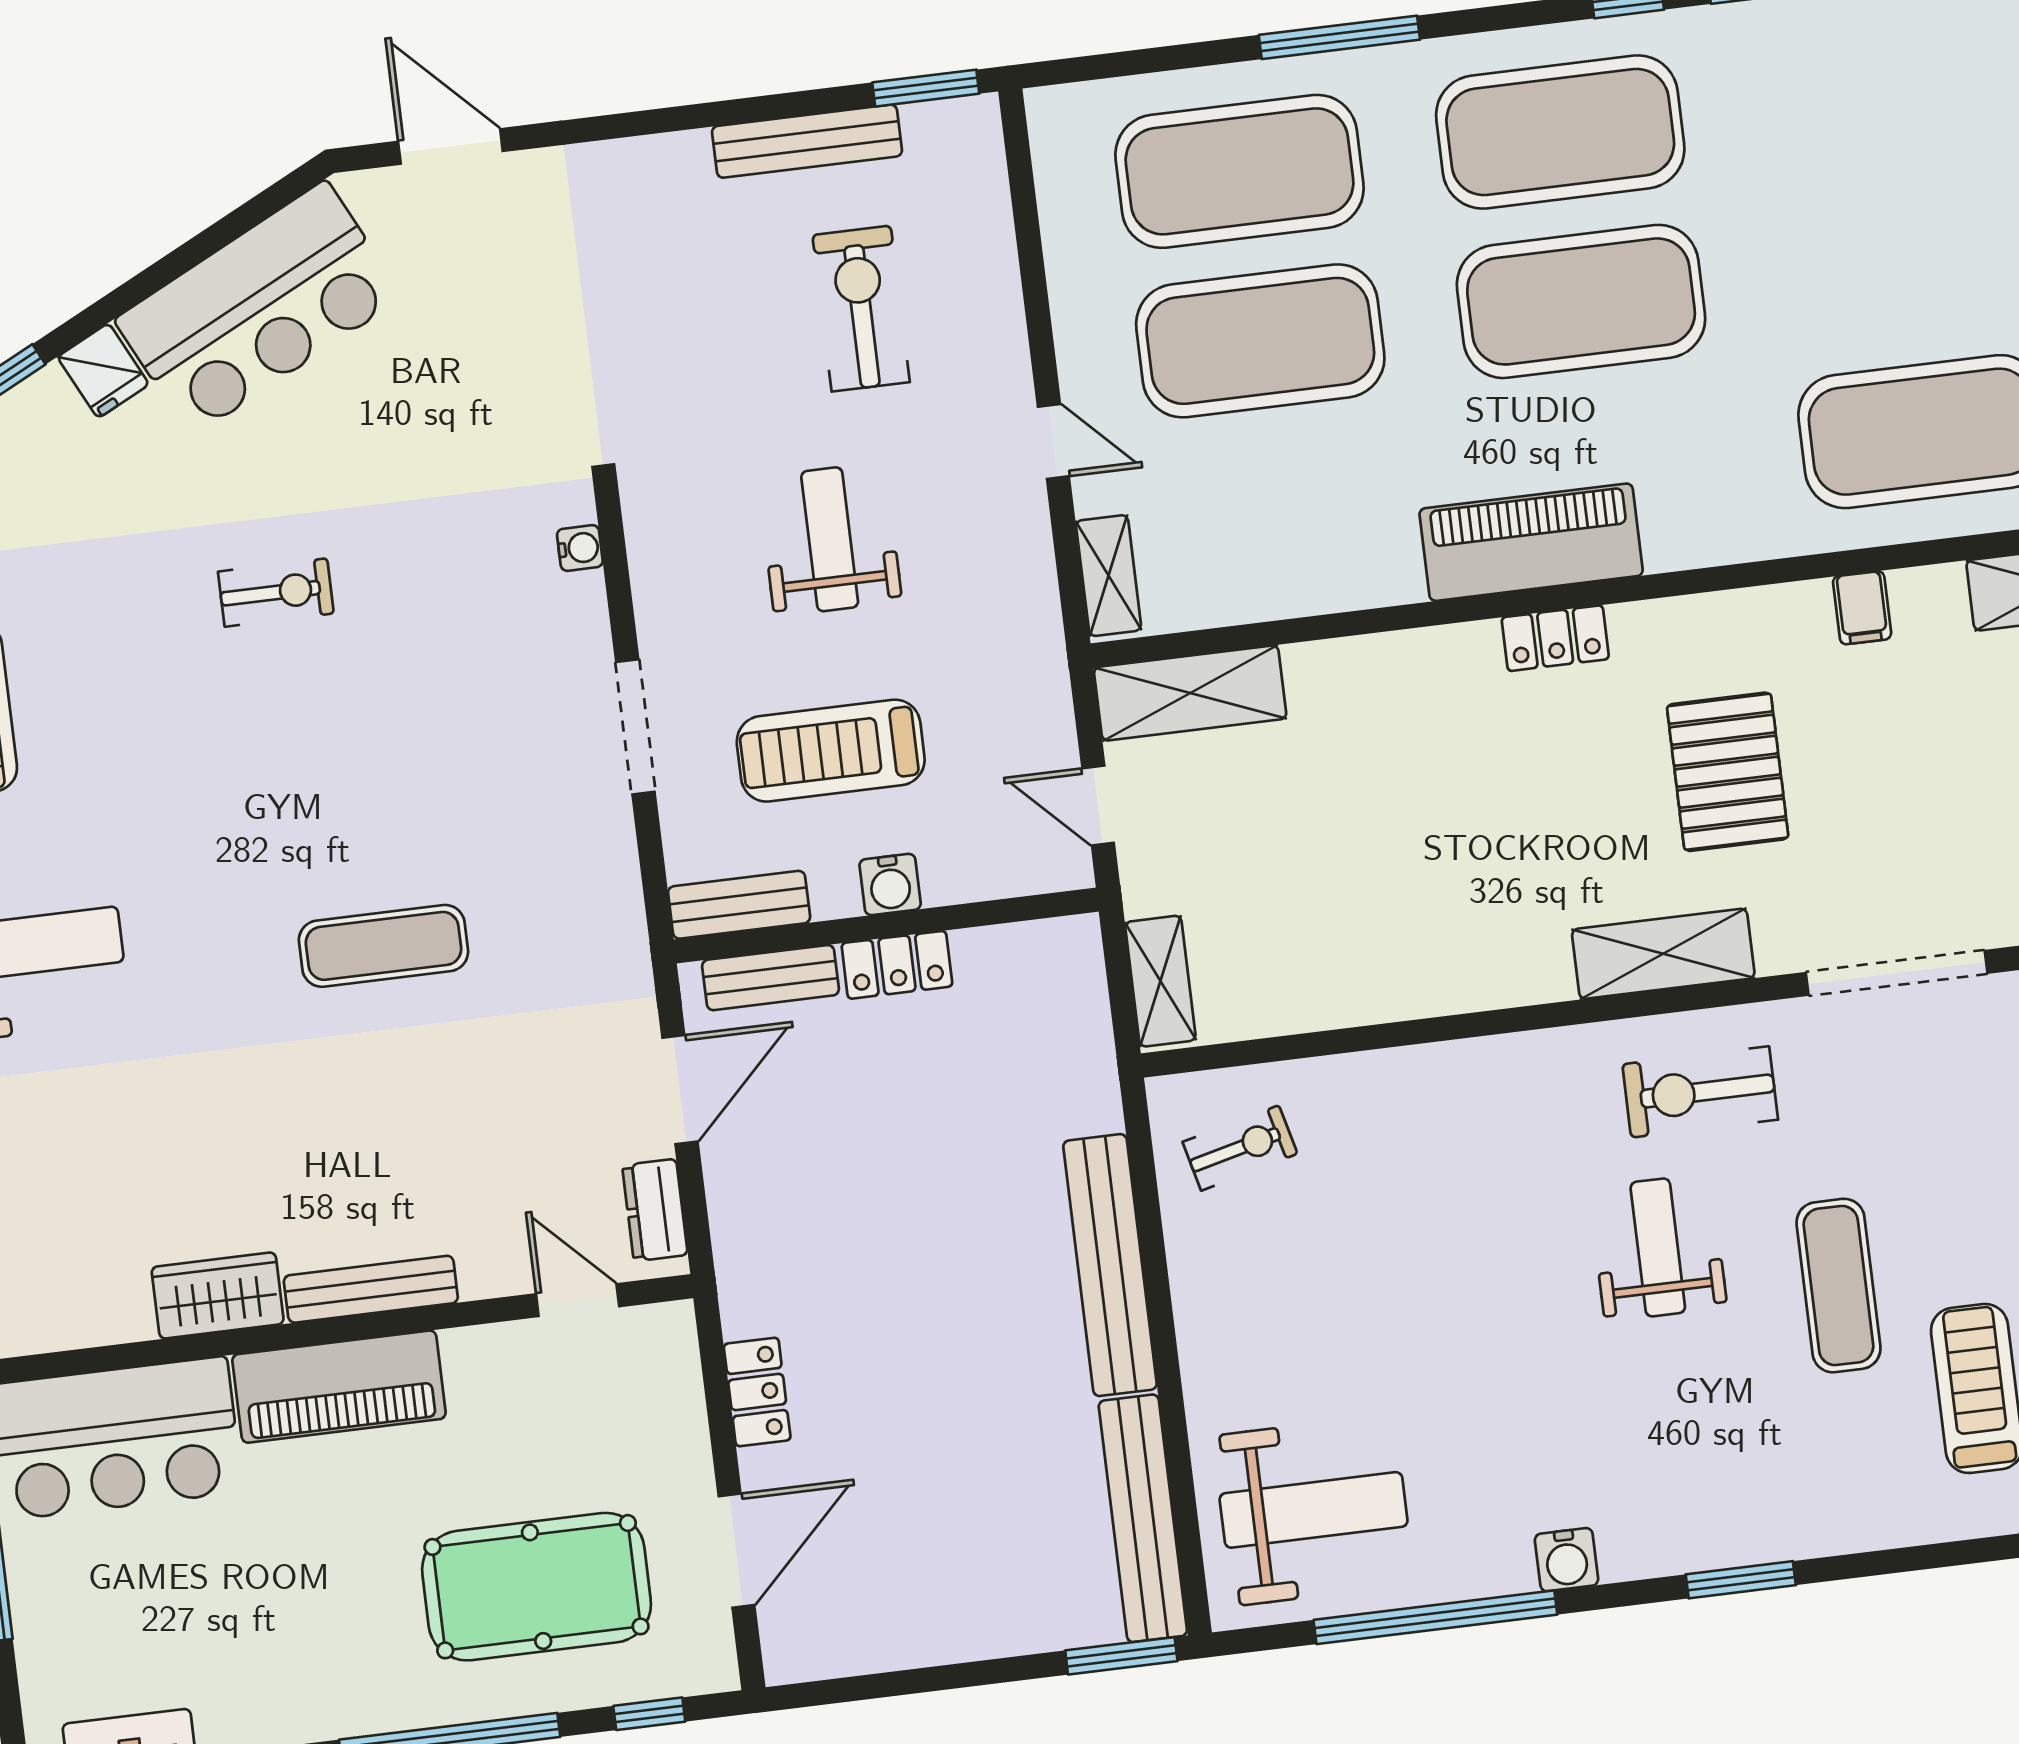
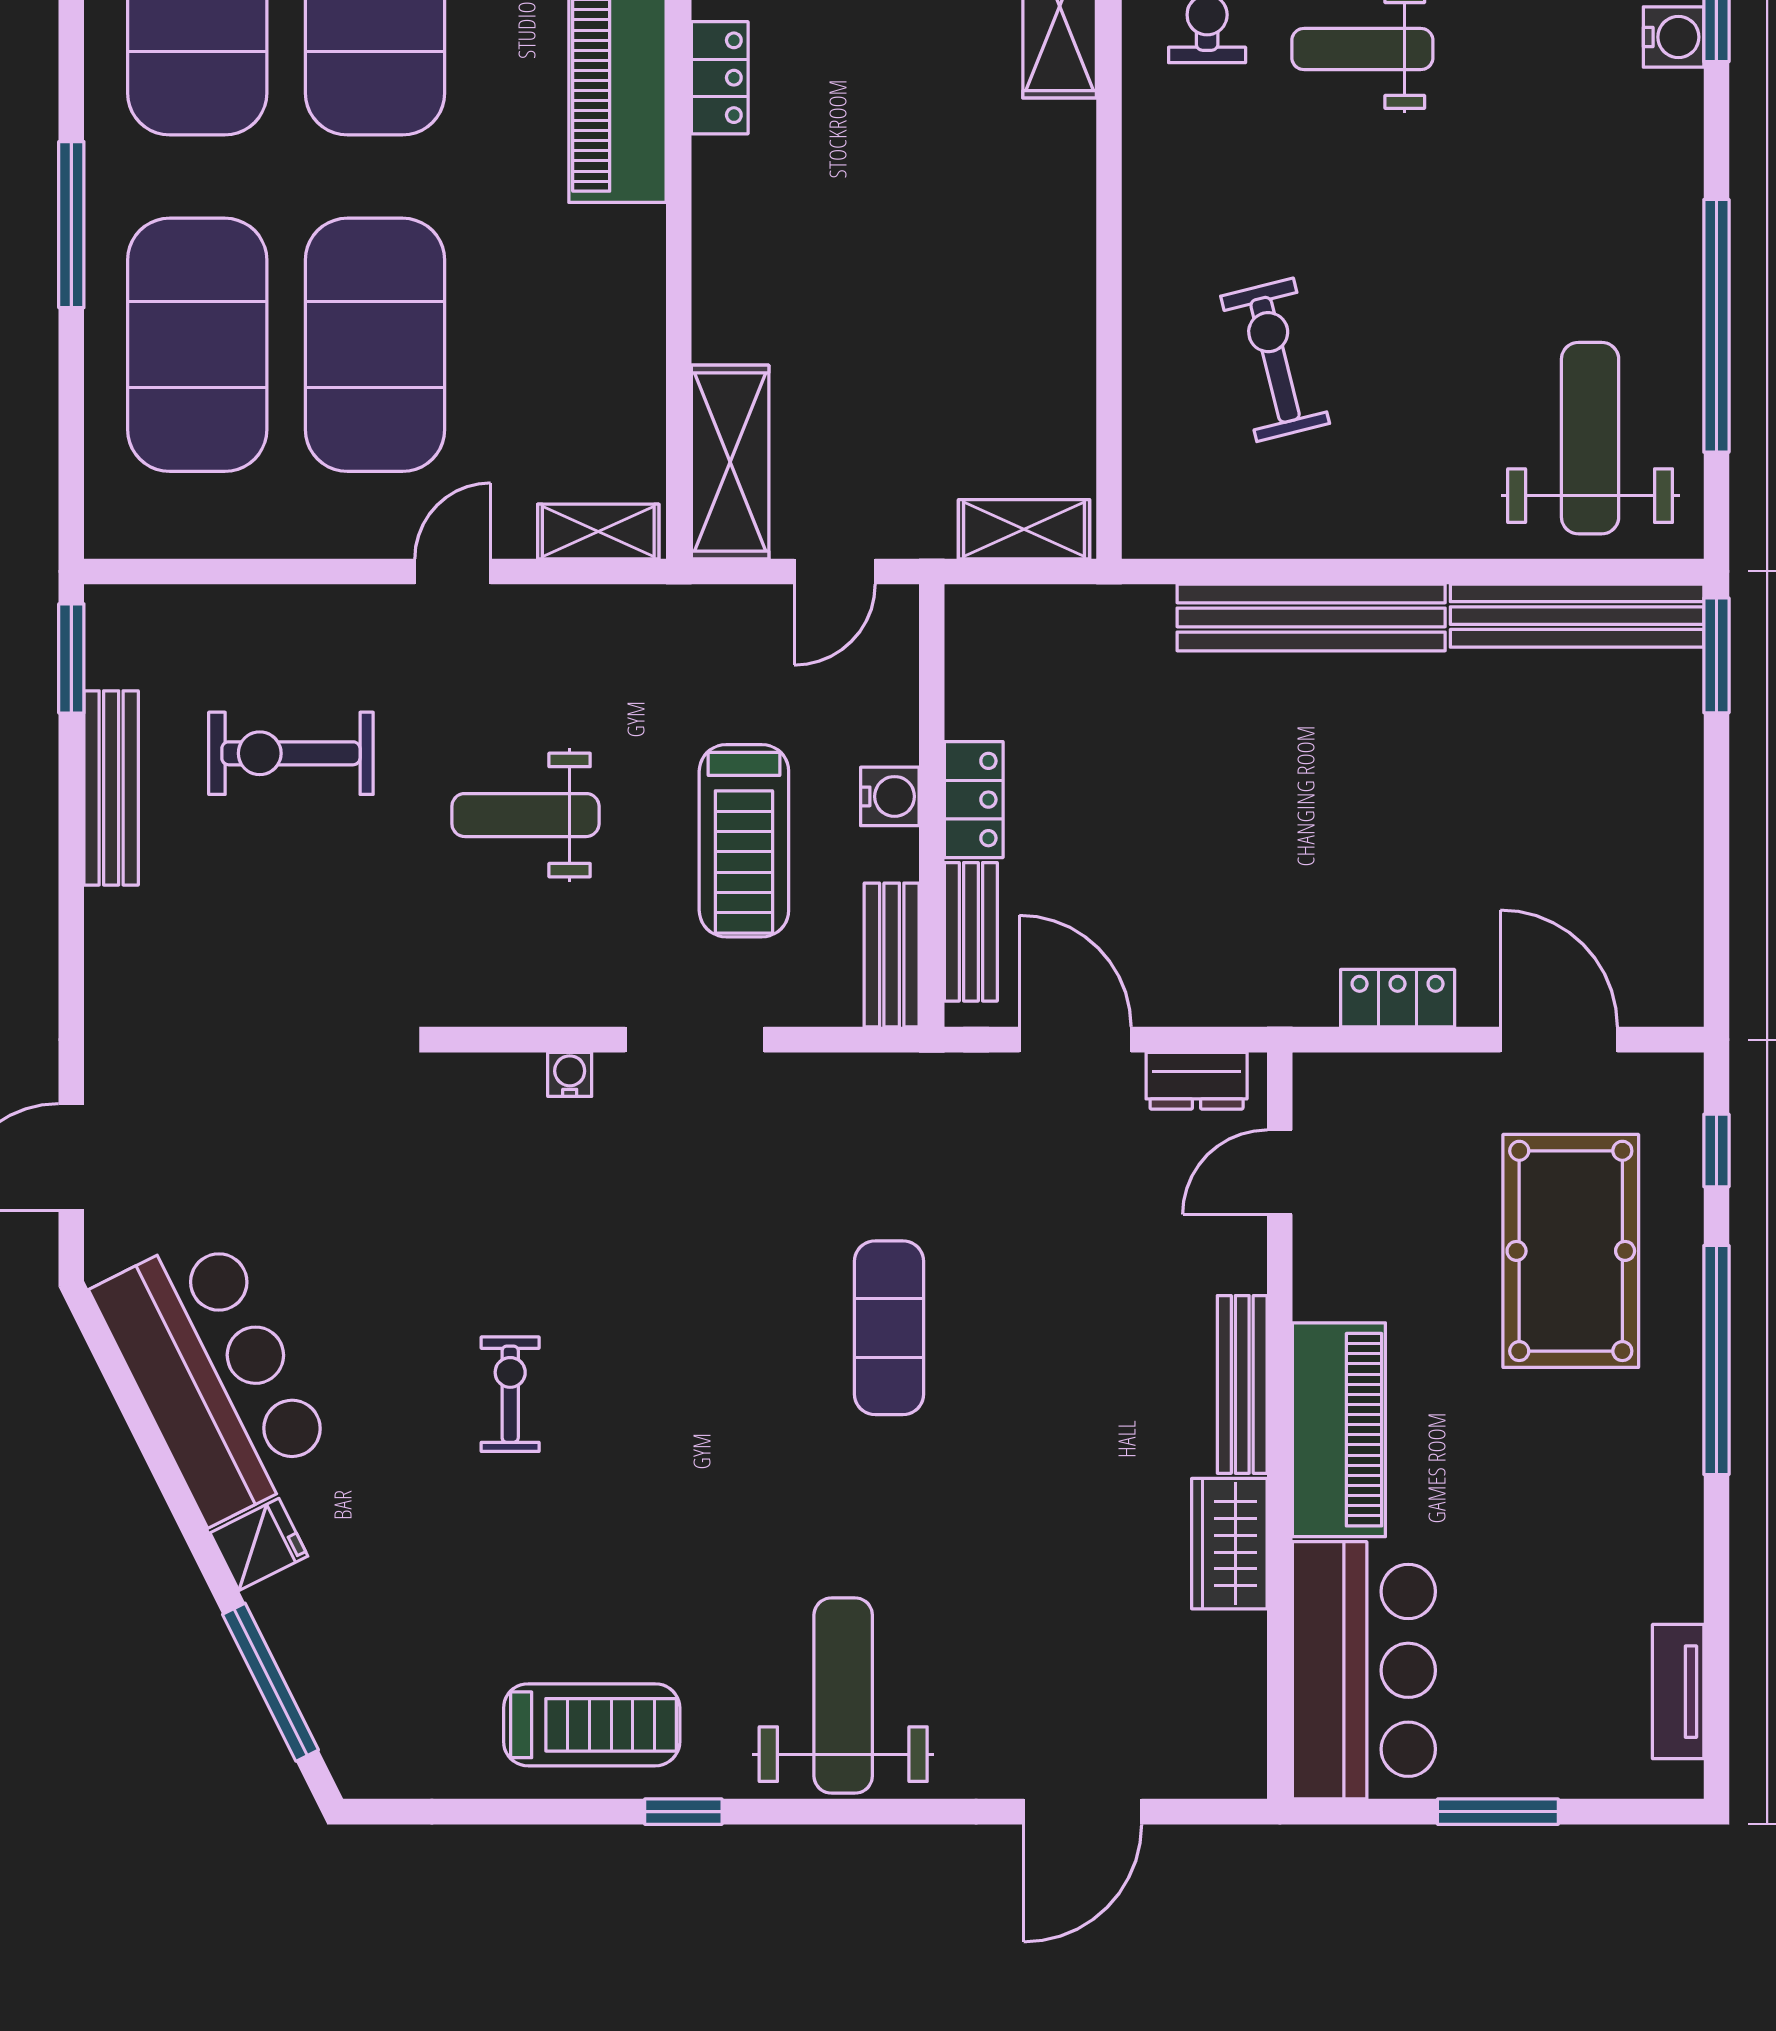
water cooler: (580, 548) -> (570, 1074), moved
exercise bike: (1240, 1148) -> (1275, 360), moved, width x1.38, depth x1.39
water cooler: (1567, 1560) -> (1674, 37), moved

